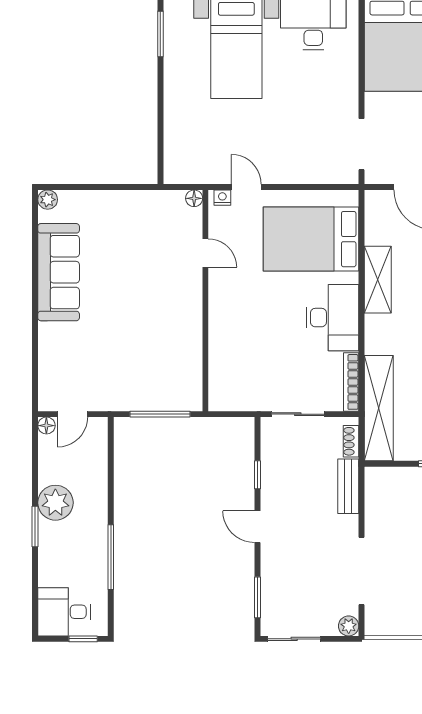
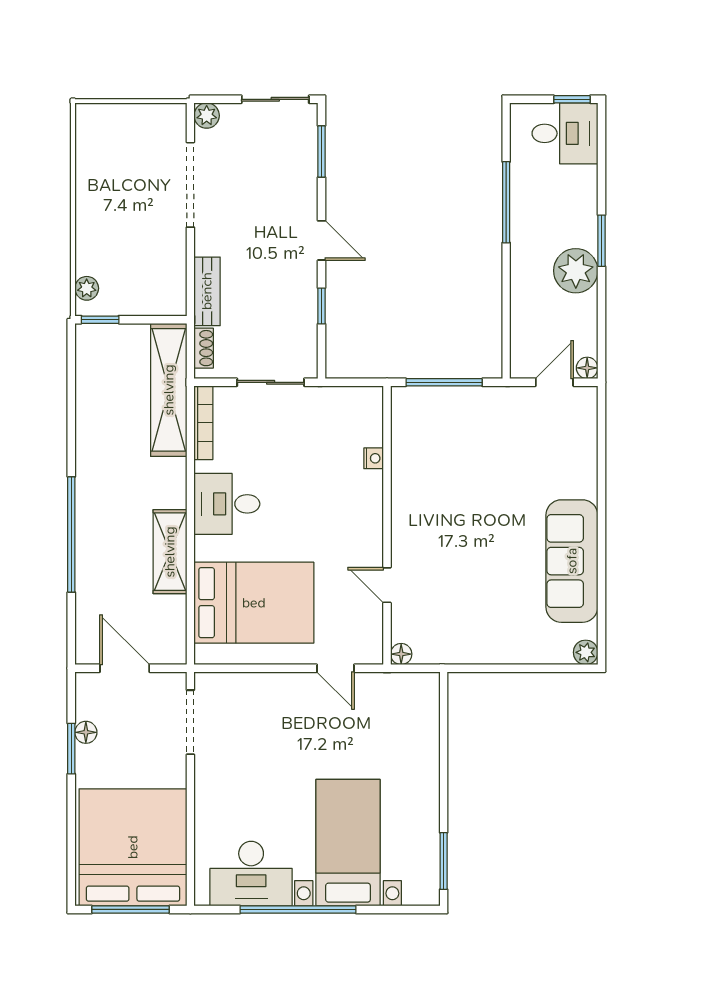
nightstand: (222, 198) -> (374, 458), moved, turned -90
desk: (333, 318) -> (227, 504), width x0.73
window: (83, 639) -> (572, 99), moved

